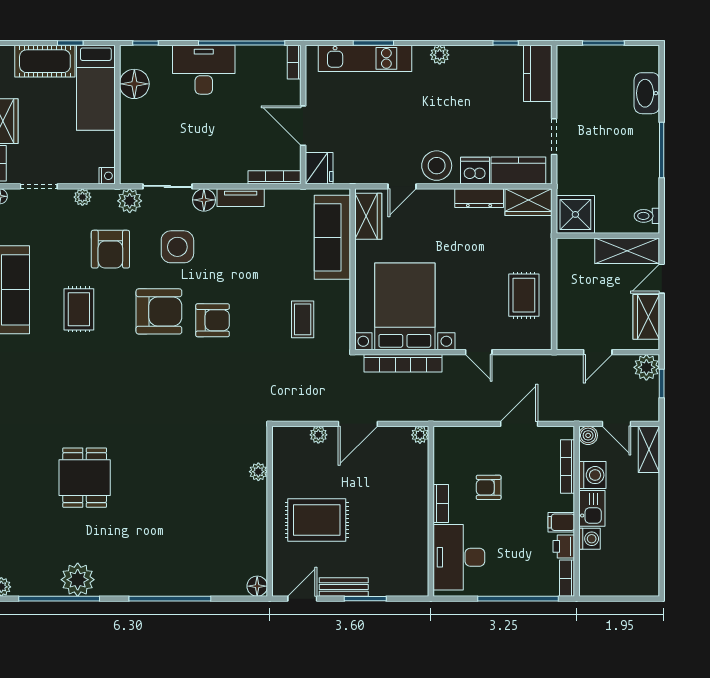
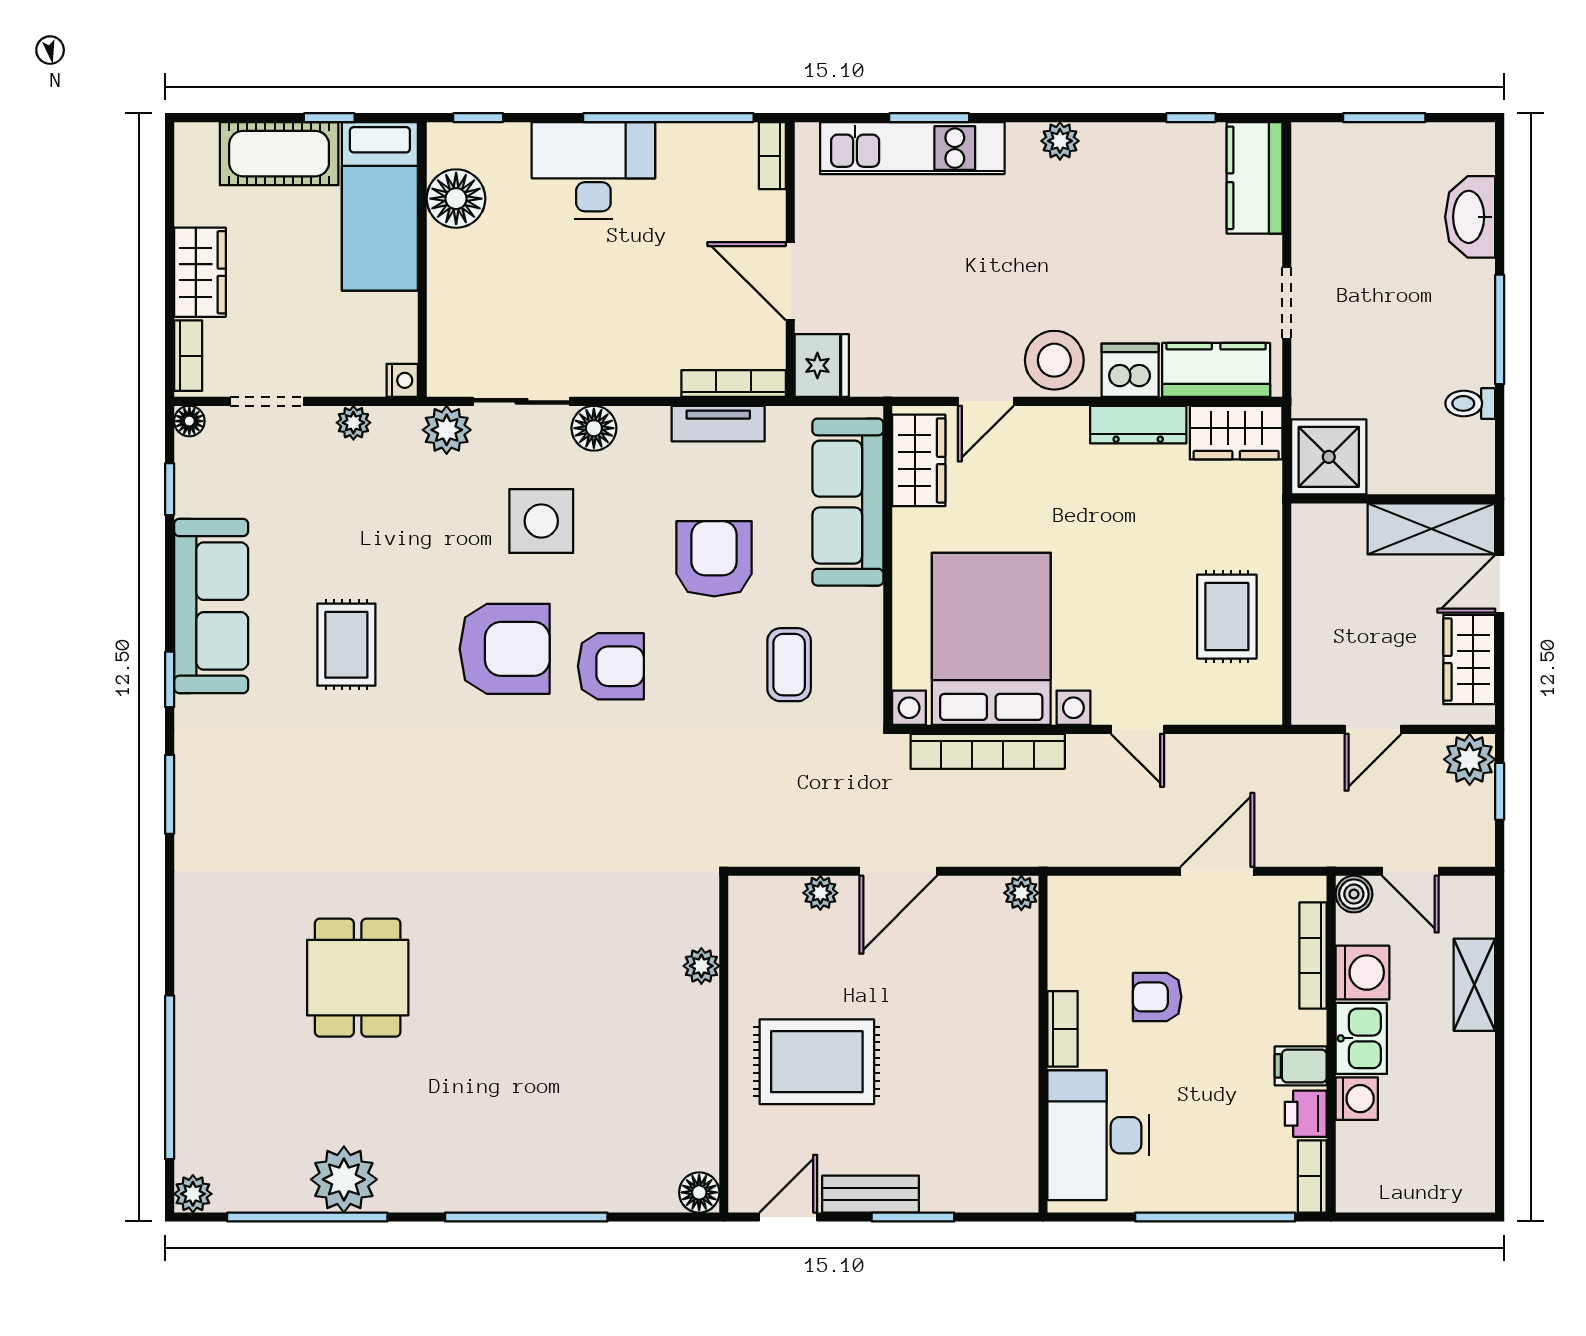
tv unit: (241, 198) -> (718, 424), moved
toilet: (647, 216) -> (1470, 403), moved
armchair: (110, 249) -> (714, 559), moved, turned 180
shelving: (649, 449) -> (1474, 985), moved

